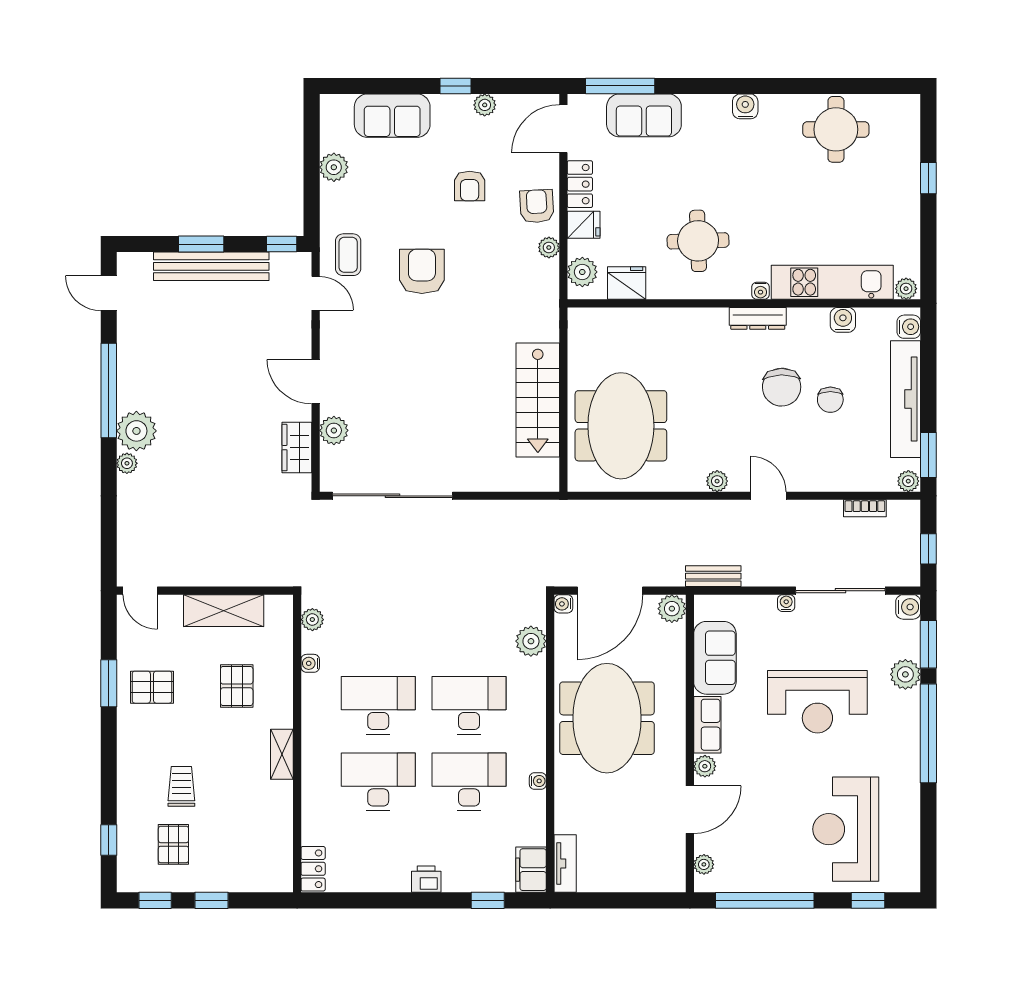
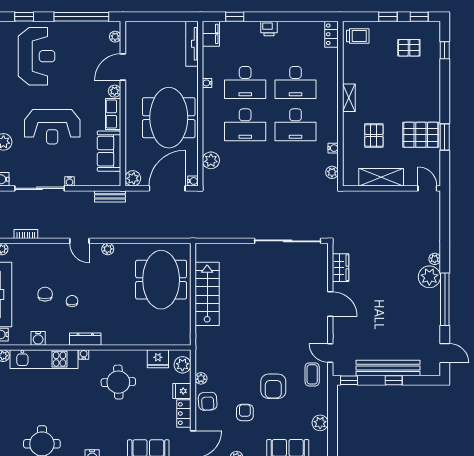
window: (201, 244) -> (394, 380), width x0.67
armchair: (422, 271) -> (273, 386), moved
chair: (782, 387) -> (72, 301), width x0.54, depth x0.54
plant: (334, 430) -> (320, 277), removed
pallet: (152, 687) -> (421, 135), width x1.50, depth x1.42
reception desk: (817, 702) -> (52, 127), turned 180
trolley: (181, 786) -> (358, 36), moved, turned -90
pallet: (173, 844) -> (409, 48), turned 90
tv unit: (565, 863) -> (192, 44), width x1.41

